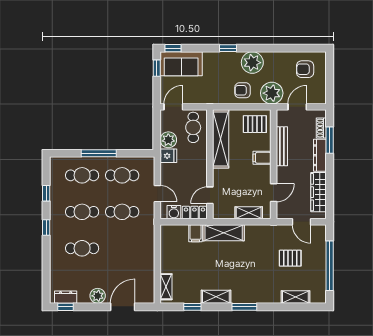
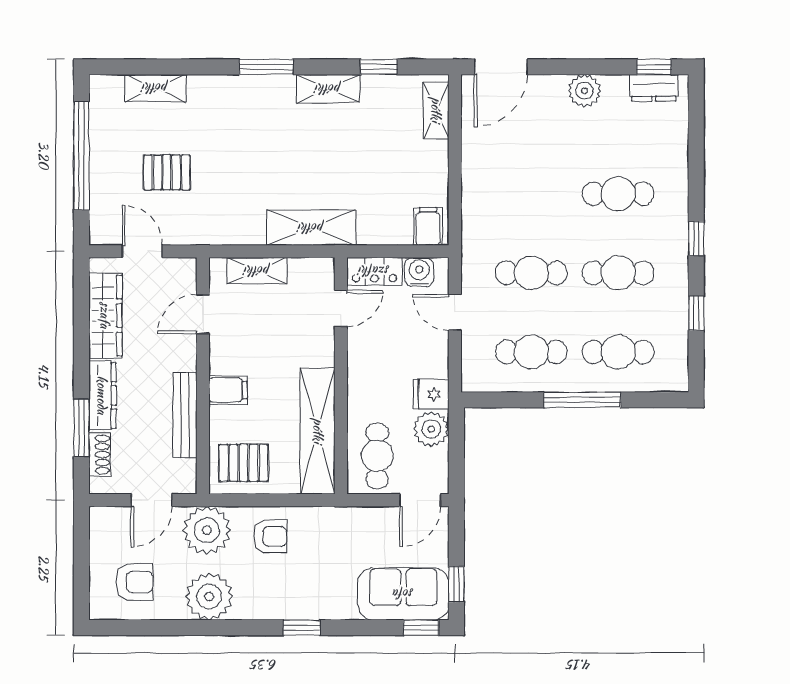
plant: (252, 63) -> (209, 597), moved
filing cabinet: (195, 233) -> (428, 226), moved
door: (123, 307) -> (501, 67), moved

